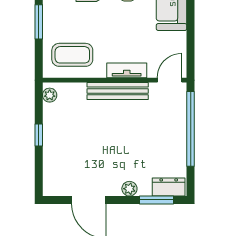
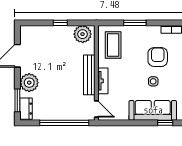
plant: (50, 95) -> (83, 34), width x1.87, depth x1.87
plant: (129, 189) -> (29, 83), width x1.87, depth x1.87

